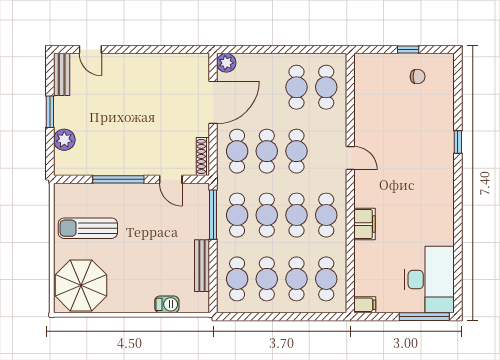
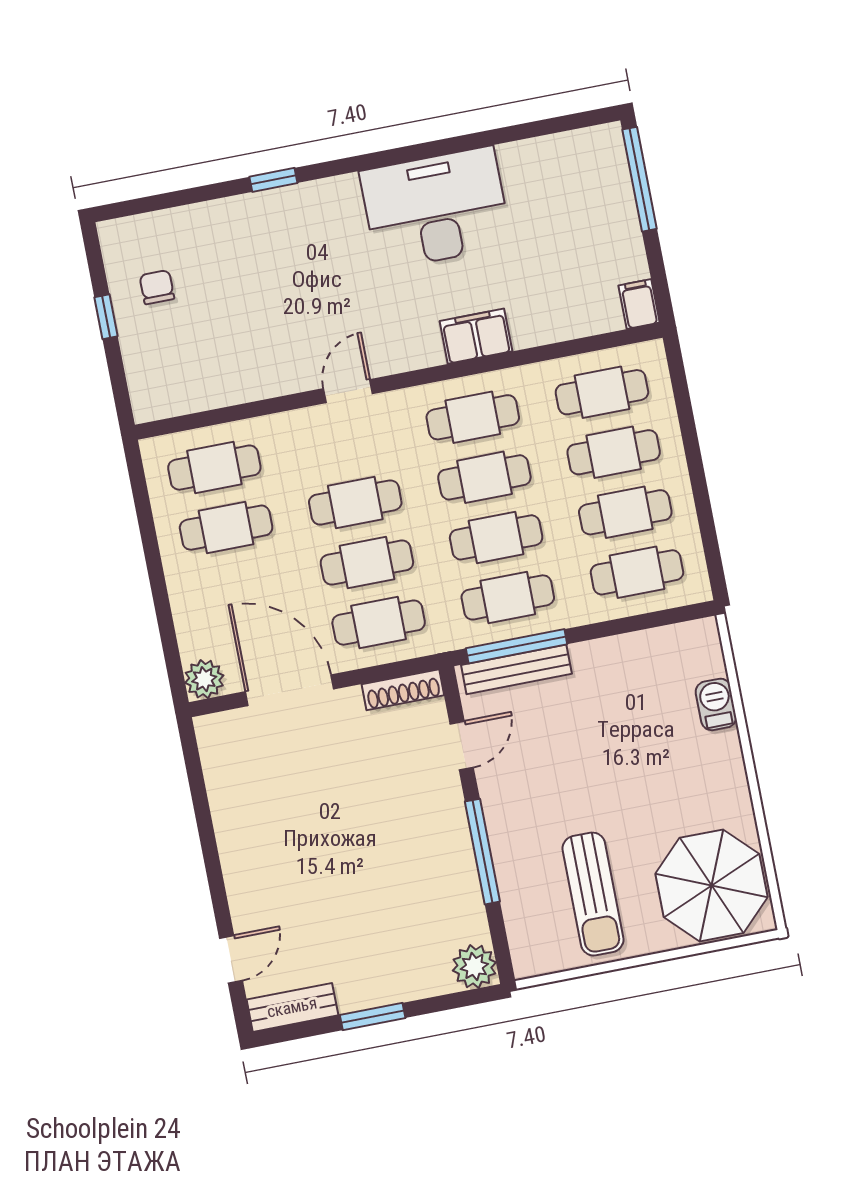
plant: (64, 140) -> (474, 966), moved
bench: (202, 266) -> (516, 669), moved
desk: (429, 280) -> (436, 209), moved

